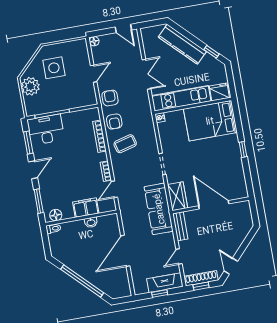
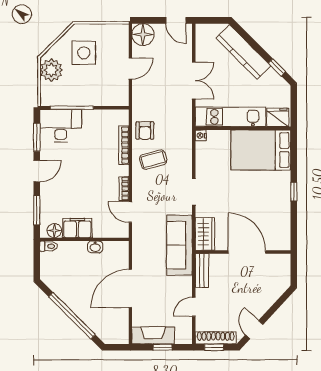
floor lamp: (94, 41) -> (143, 35), width x1.89, depth x1.89
armchair: (110, 98) -> (145, 101), removed
door: (114, 189) -> (130, 212), hinge flipped
filing cabinet: (86, 208) -> (77, 228), moved
fireplace: (165, 283) -> (153, 335), moved

